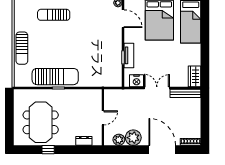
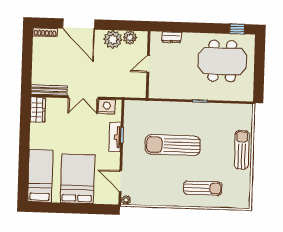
sun lounger: (55, 77) -> (173, 145), moved
meeting table: (41, 122) -> (222, 61), turned 90
window: (48, 150) -> (237, 29), moved

